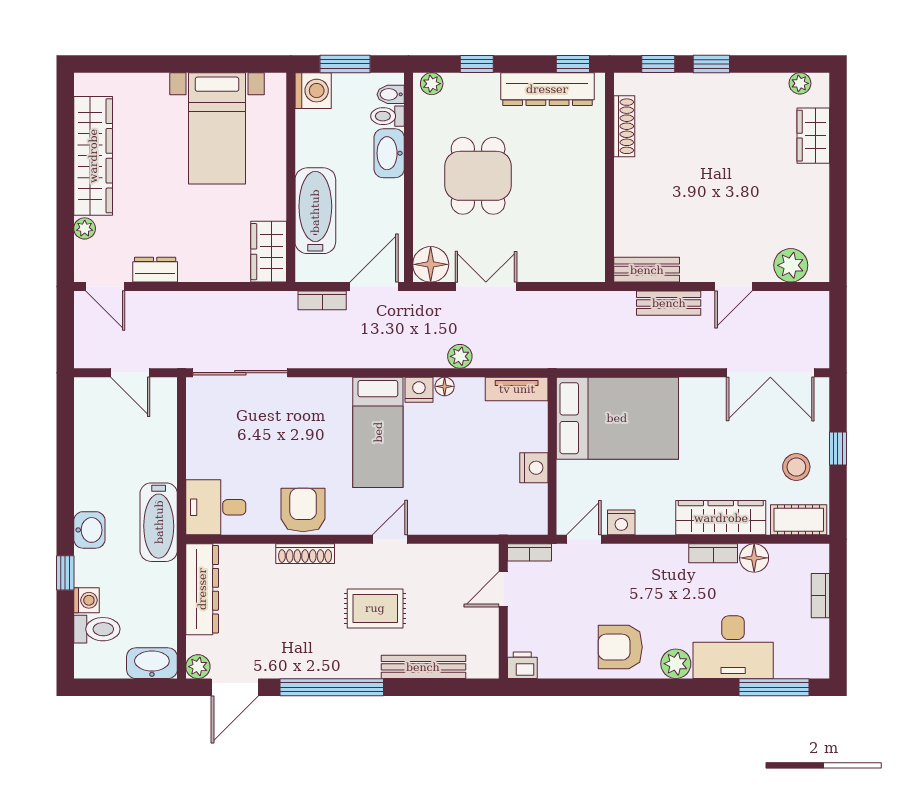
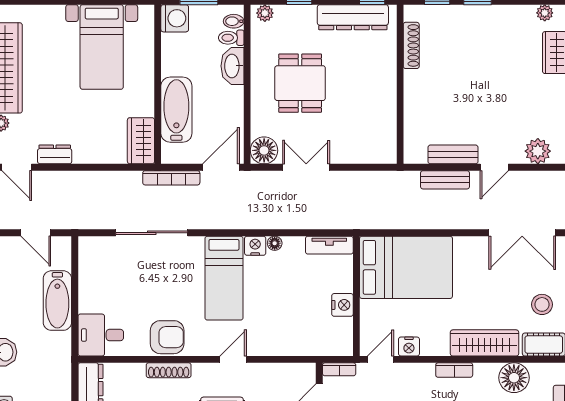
bench: (647, 270) -> (453, 154), moved
bookcase: (322, 300) -> (171, 178), width x1.56
plant: (460, 356) -> (286, 220), removed
sliding door: (240, 373) -> (152, 233), moved
armchair: (303, 510) -> (167, 337), turned 90
bathtub: (159, 522) -> (57, 301), moved
bookcase: (713, 553) -> (454, 370), moved
floor lamp: (754, 558) -> (514, 378), width x1.38, depth x1.38

